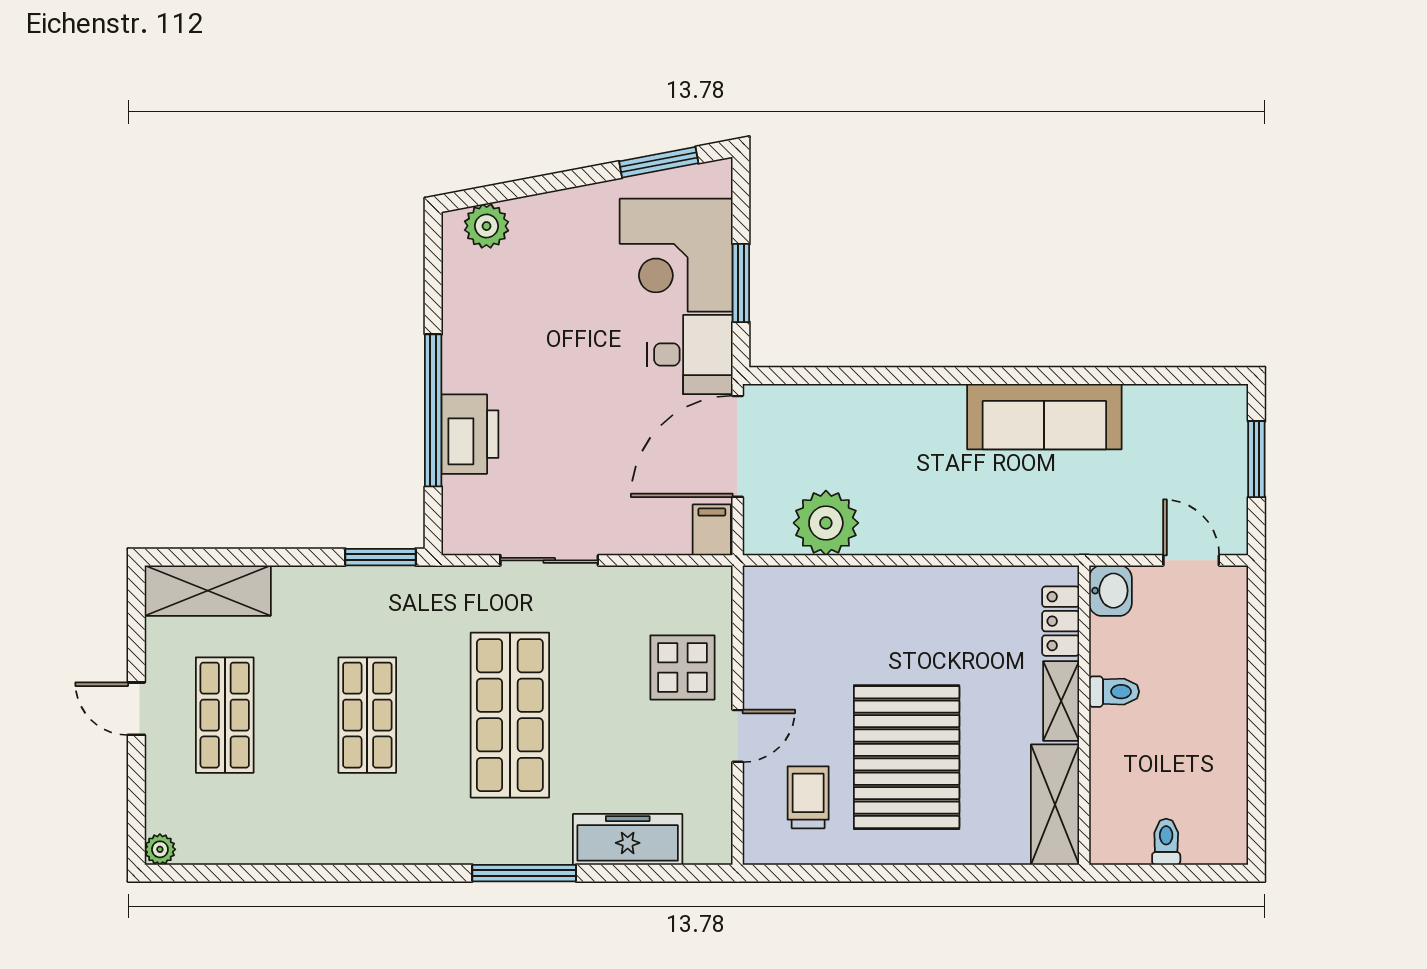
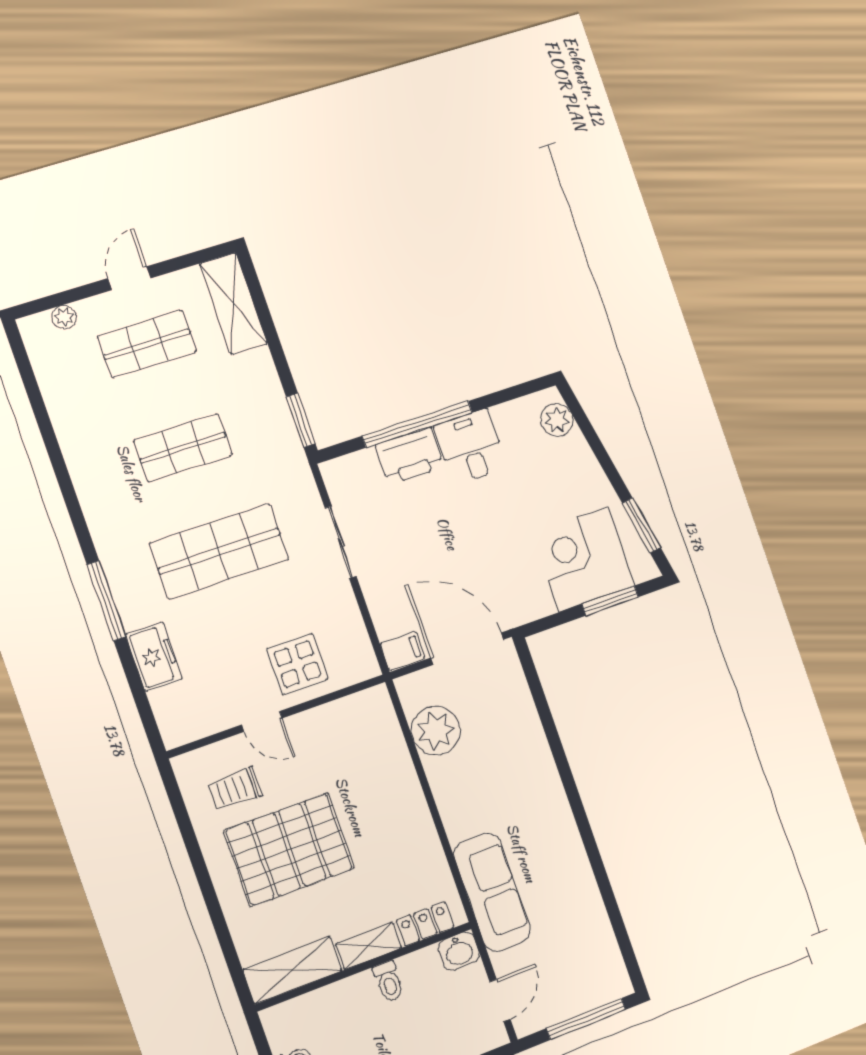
window: (741, 283) -> (610, 601), moved
desk: (690, 355) -> (471, 447), moved, turned 180
sofa: (1044, 417) -> (492, 892), moved, turned 180
window: (1256, 459) -> (586, 1019), width x1.44
trolley: (808, 797) -> (235, 789), turned 180
freezer: (628, 839) -> (154, 657), width x0.71
plant: (160, 849) -> (64, 317), moved

